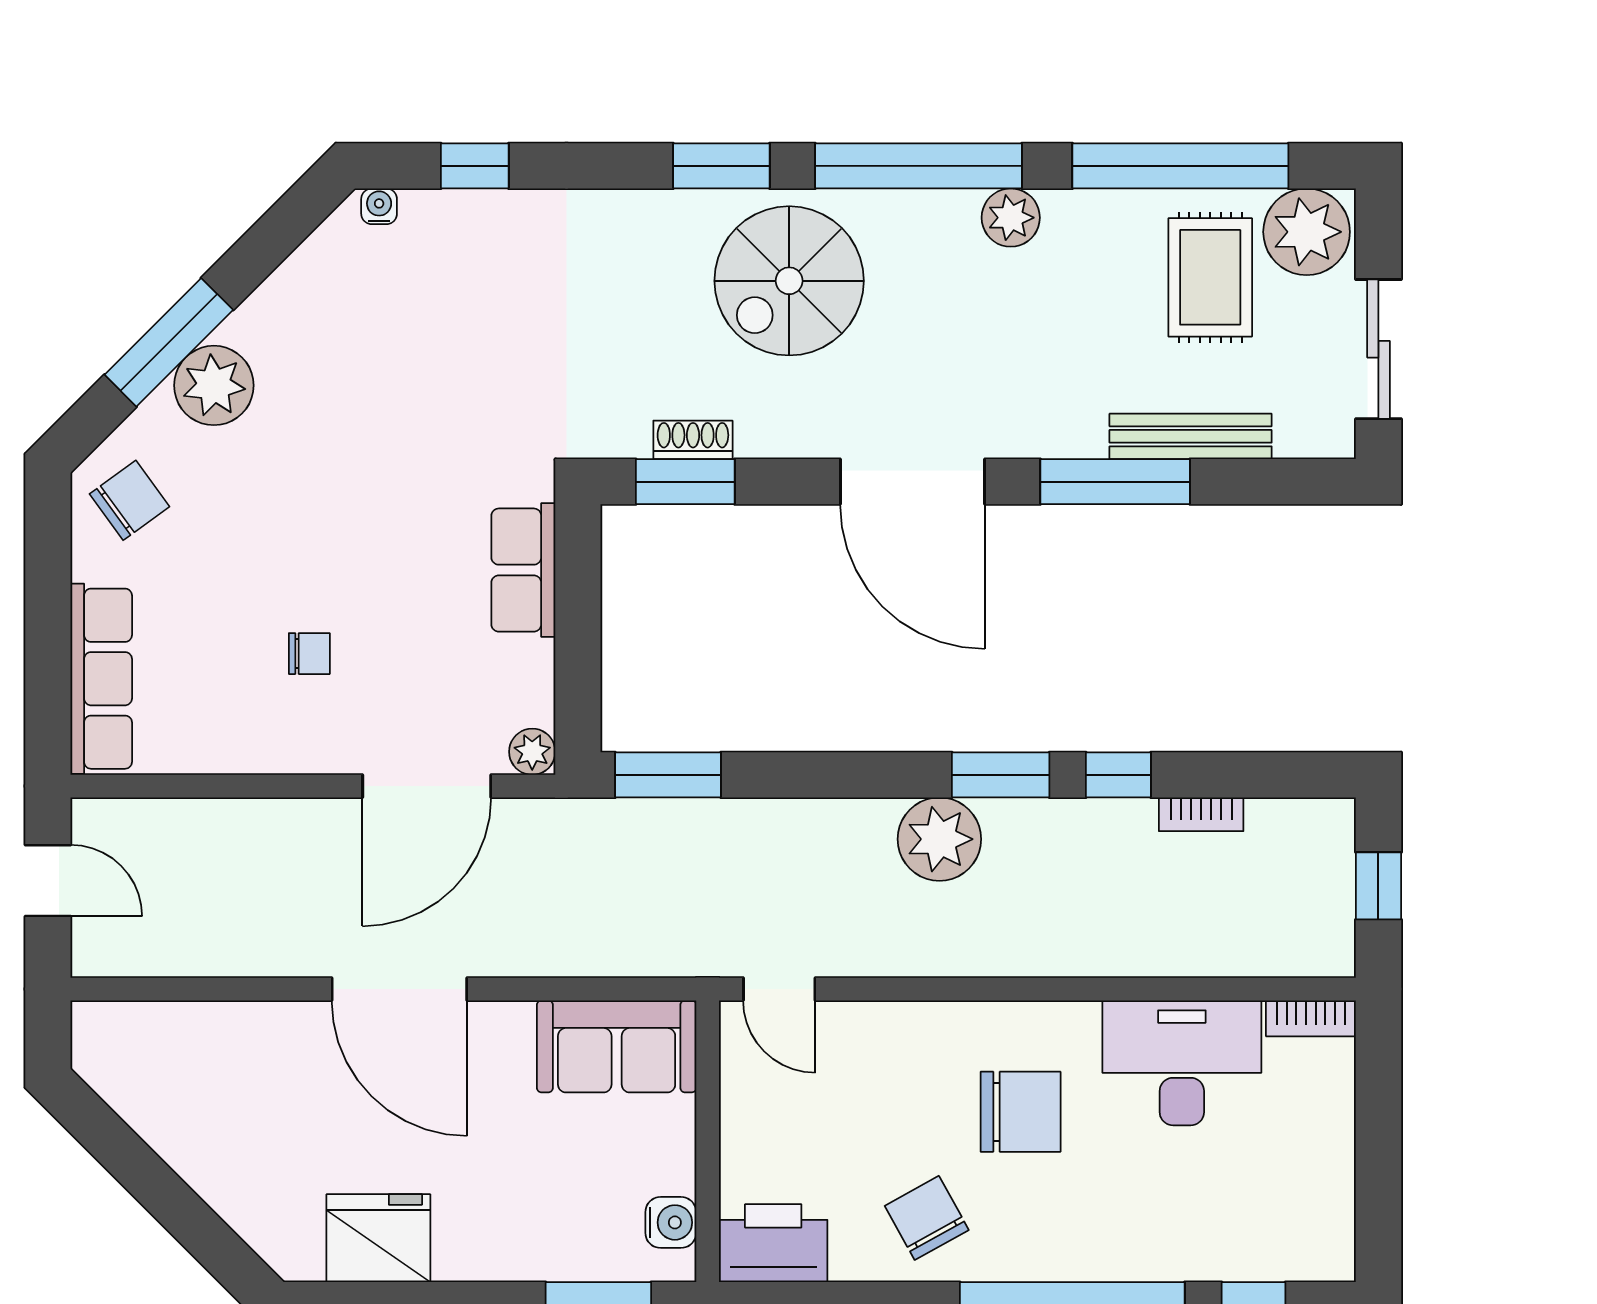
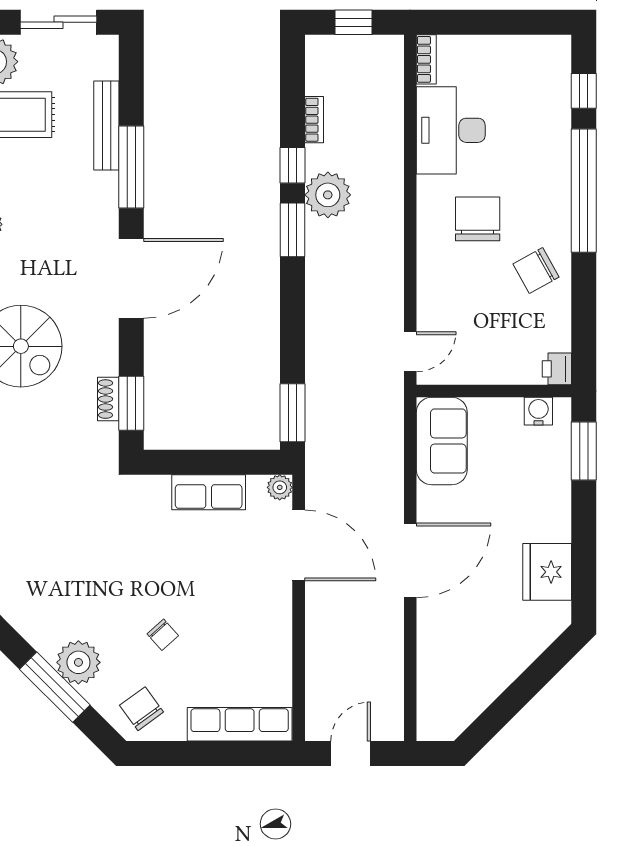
row of seats: (523, 570) -> (209, 492), moved
chair: (309, 654) -> (163, 635), moved, turned 138
plant: (939, 839) -> (328, 195), moved
printer: (773, 1243) -> (557, 369), width x0.53, depth x0.68

